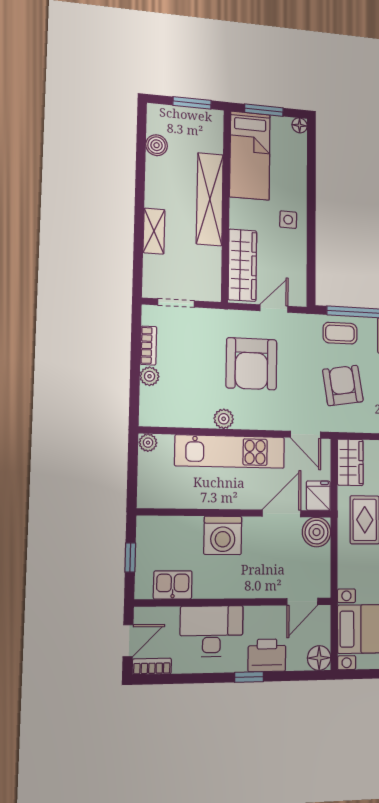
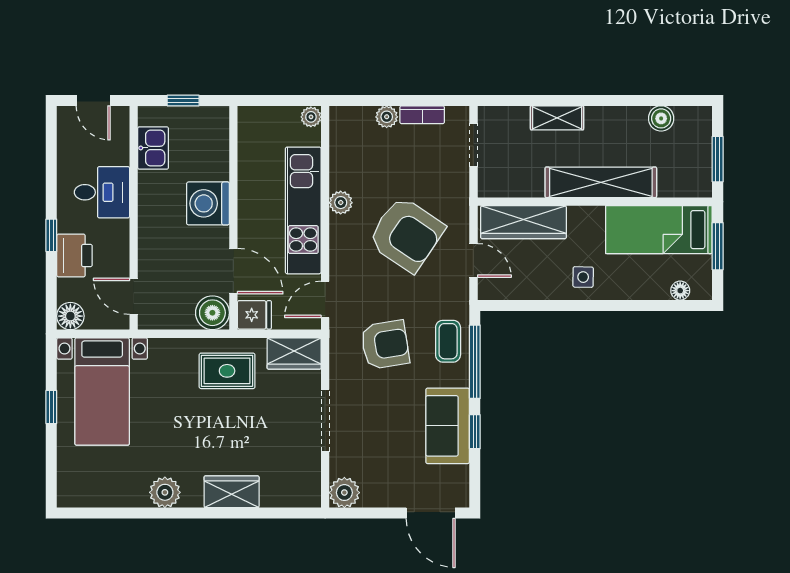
floor lamp: (300, 125) -> (680, 291), moved
armchair: (251, 364) -> (406, 234), turned -146
desk: (212, 631) -> (102, 192), width x0.73
bookcase: (152, 666) -> (65, 127), removed

